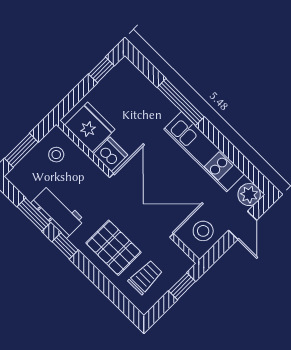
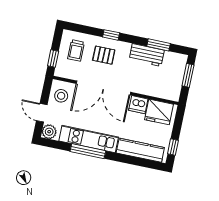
kitchen counter: (147, 93) -> (140, 150), added
window: (181, 102) -> (88, 151), moved
stool: (56, 155) -> (168, 85), removed
window: (65, 246) -> (111, 35), moved
pallet: (113, 248) -> (104, 55), width x0.67, depth x0.71

